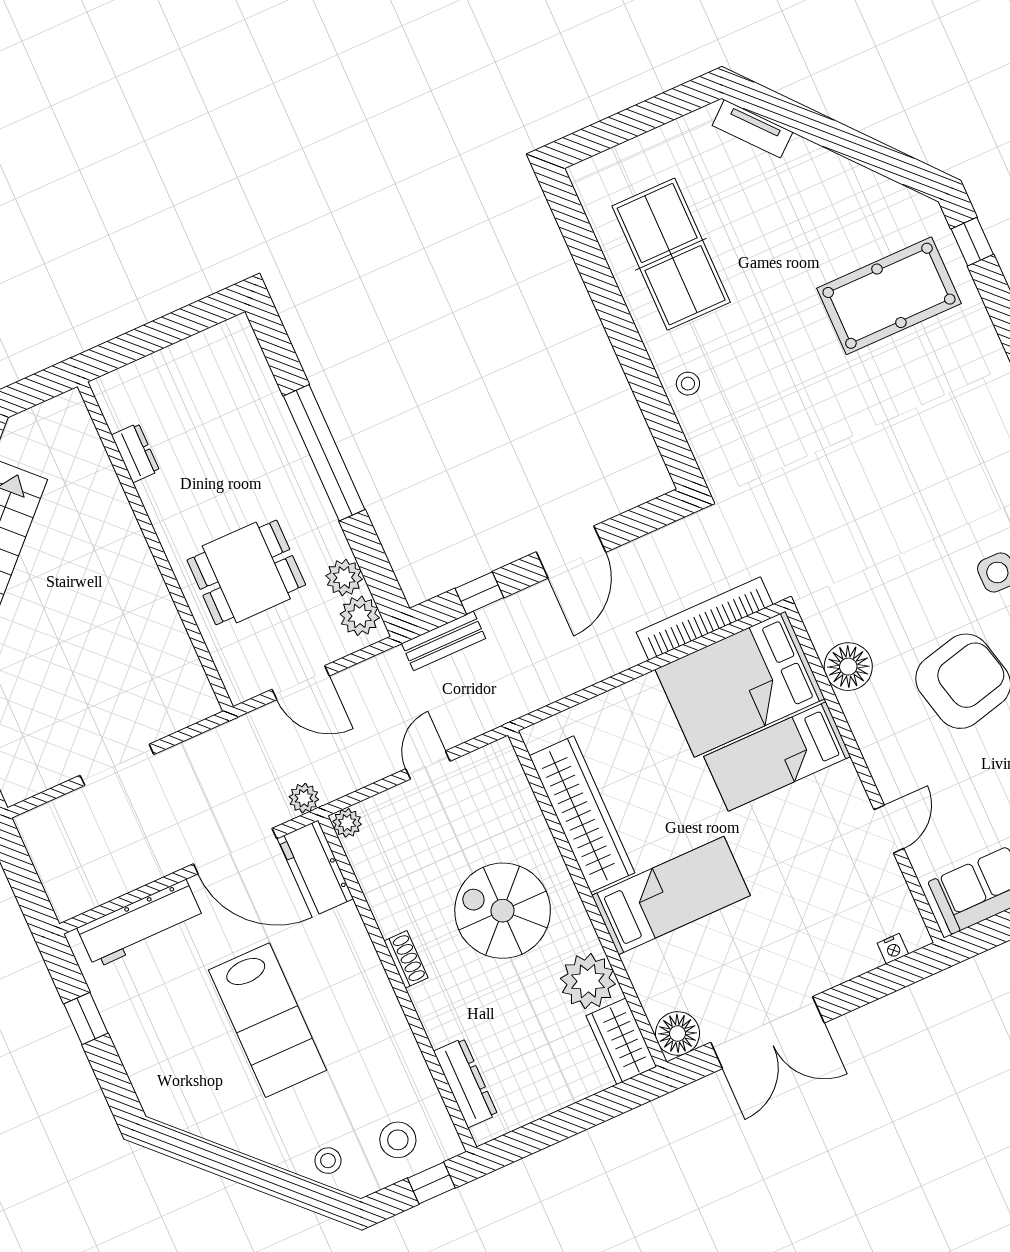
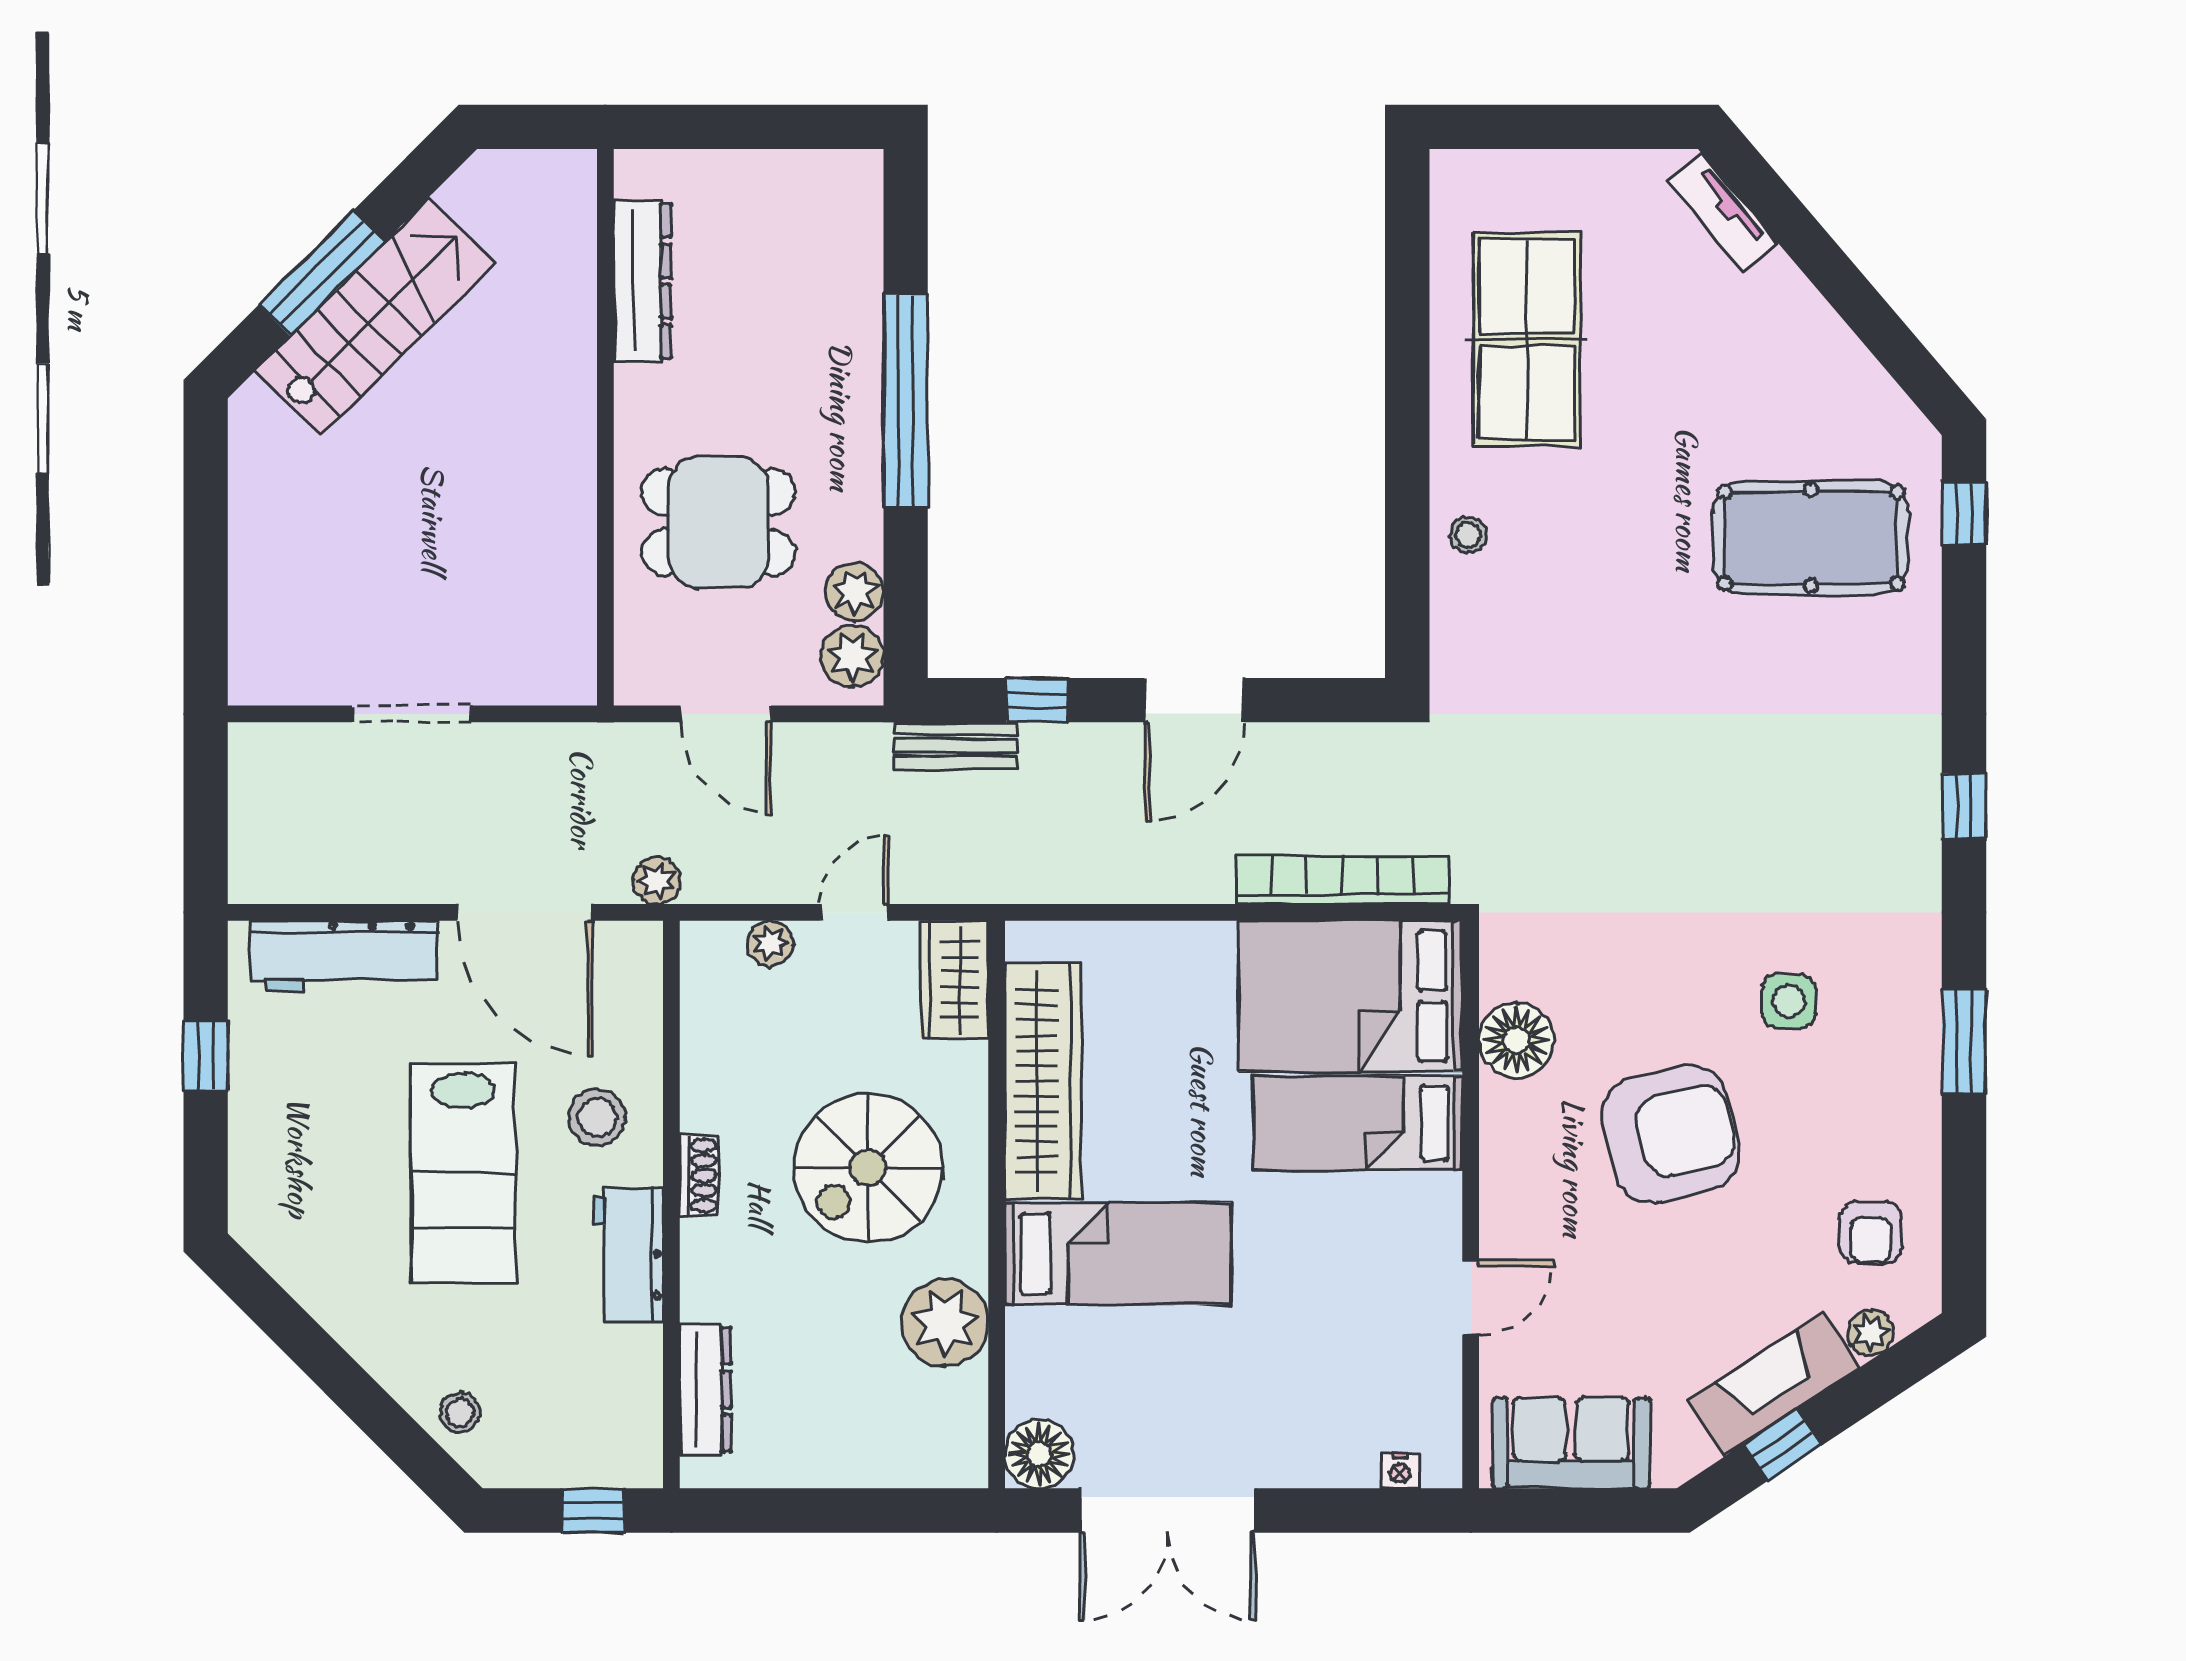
dresser: (135, 453) -> (642, 281), width x1.96, depth x1.24
plant: (347, 823) -> (770, 943), moved
workbench: (315, 868) -> (628, 1255), moved
spiral stairs: (503, 911) -> (868, 1168), turned -90
wardrobe: (621, 1041) -> (954, 980), moved
stool: (398, 1140) -> (597, 1117), moved

